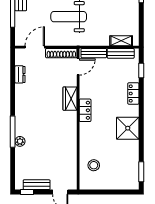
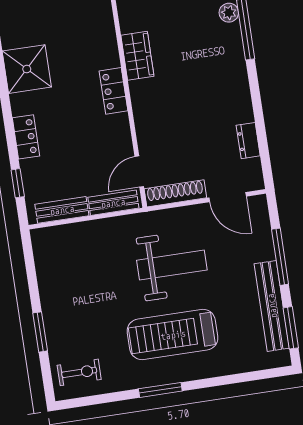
shelving: (121, 41) -> (65, 234), removed
door: (35, 47) -> (228, 197), hinge flipped
wardrobe: (70, 99) -> (137, 56), moved

